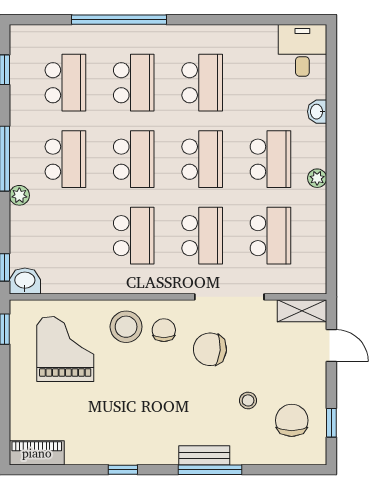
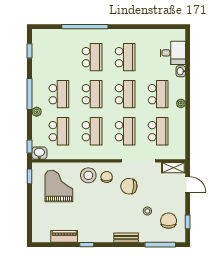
desk: (302, 50) -> (173, 53), moved, turned 90
school desk: (65, 83) -> (59, 131), moved
piano: (37, 453) -> (64, 236), moved
window: (210, 470) -> (160, 245), moved

